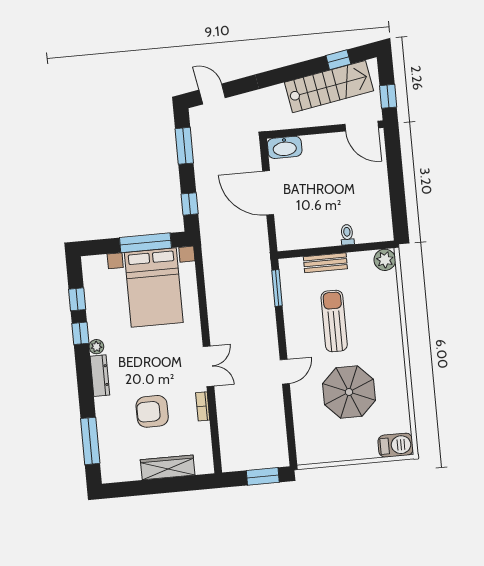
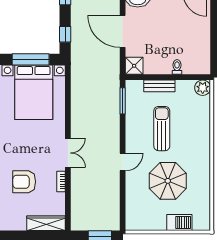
shower: (288, 238) -> (134, 66), added
barbecue: (396, 445) -> (179, 222), moved
wardrobe: (168, 467) -> (46, 223), moved

